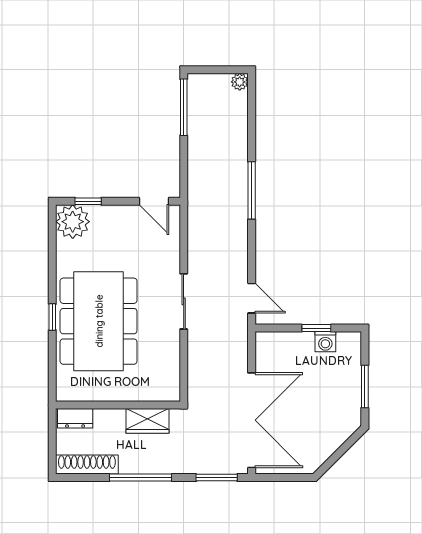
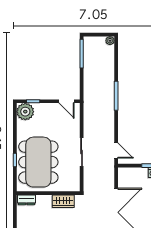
wall: (118, 405) -> (48, 193), moved
dresser: (75, 418) -> (26, 200), moved
wardrobe: (148, 421) -> (63, 201), moved

